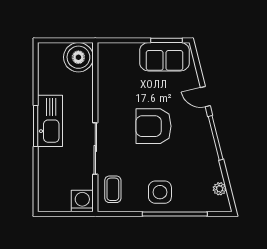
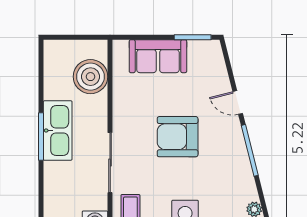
boiler: (78, 57) -> (91, 77), moved
sofa: (164, 57) -> (158, 56), moved

